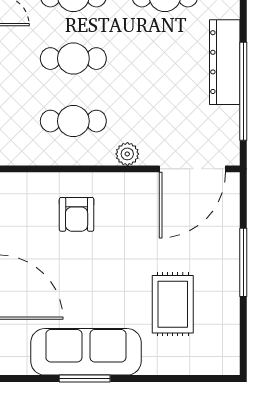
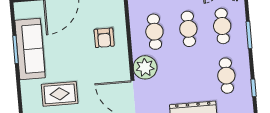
plant: (127, 154) -> (145, 67), width x1.88, depth x1.88
armchair: (77, 214) -> (104, 38), turned -90

